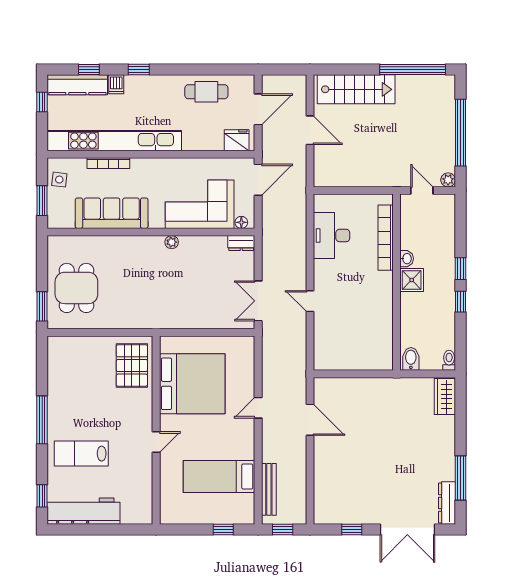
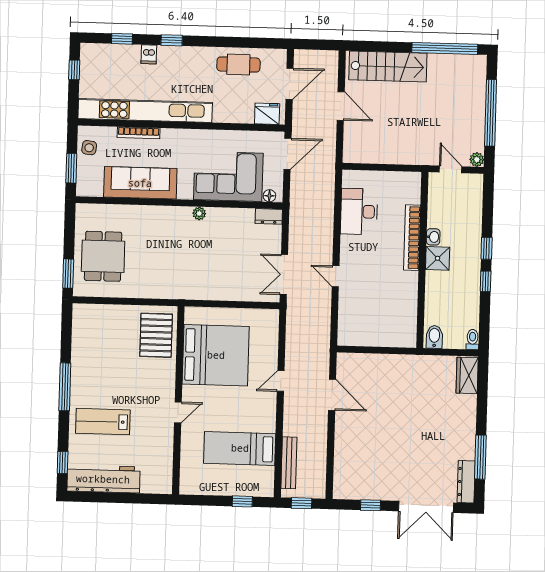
kitchen counter: (77, 85) -> (110, 54), removed
bookcase: (386, 238) -> (412, 238), moved

